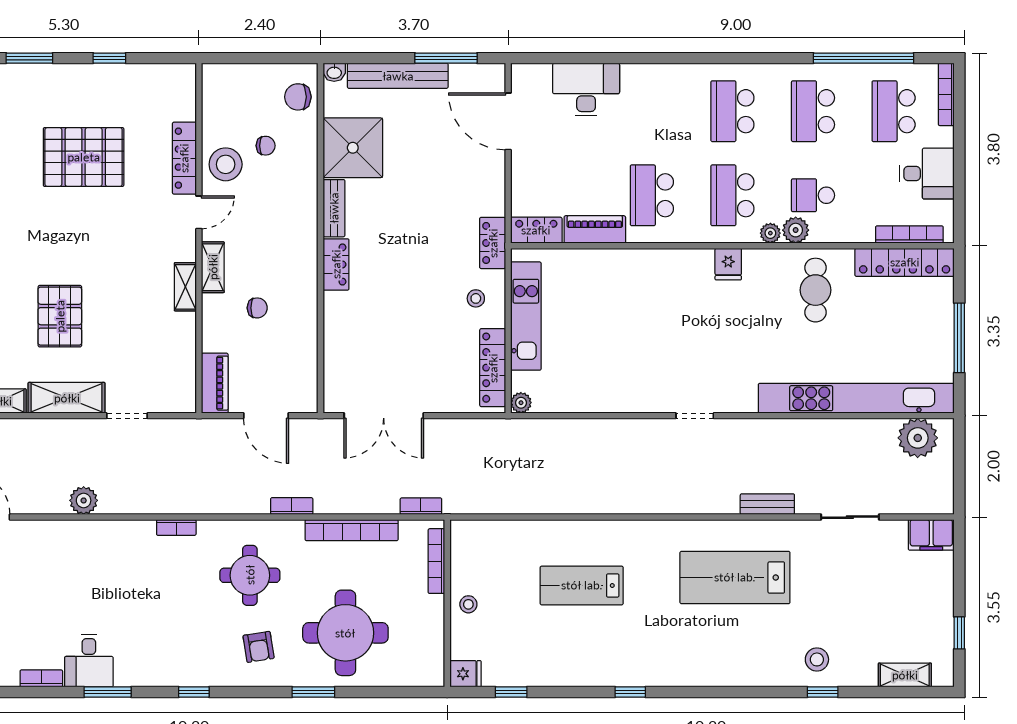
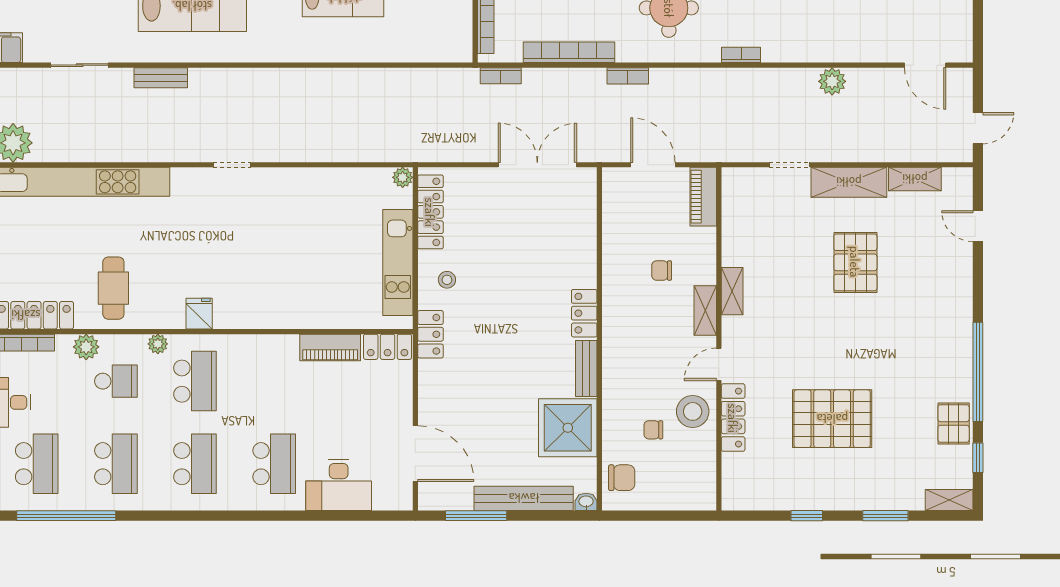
school desk: (652, 195) -> (274, 464), moved
plant: (796, 230) -> (86, 347), moved

